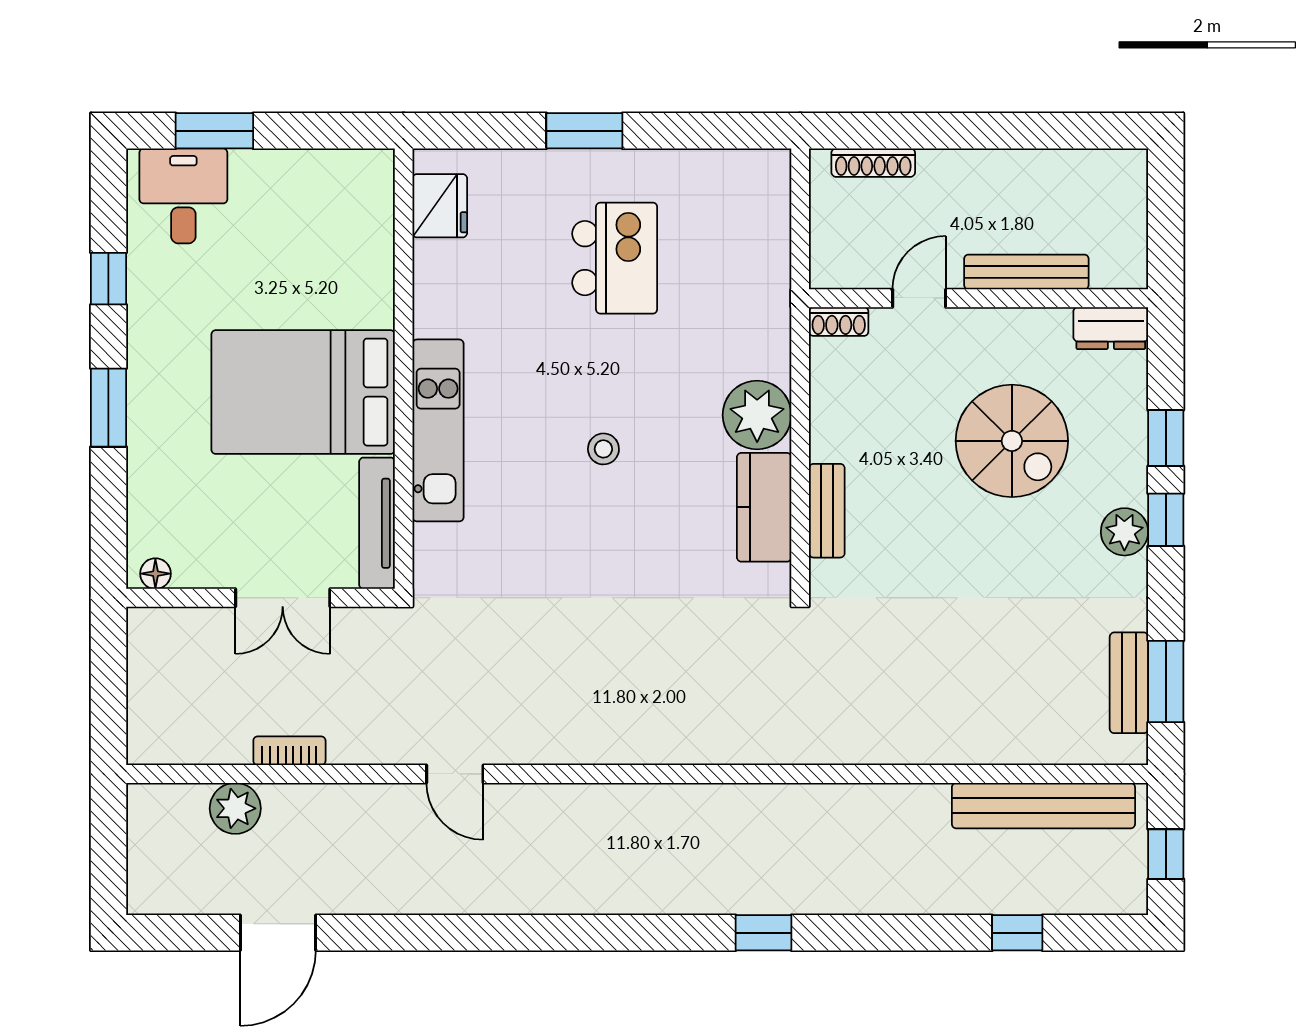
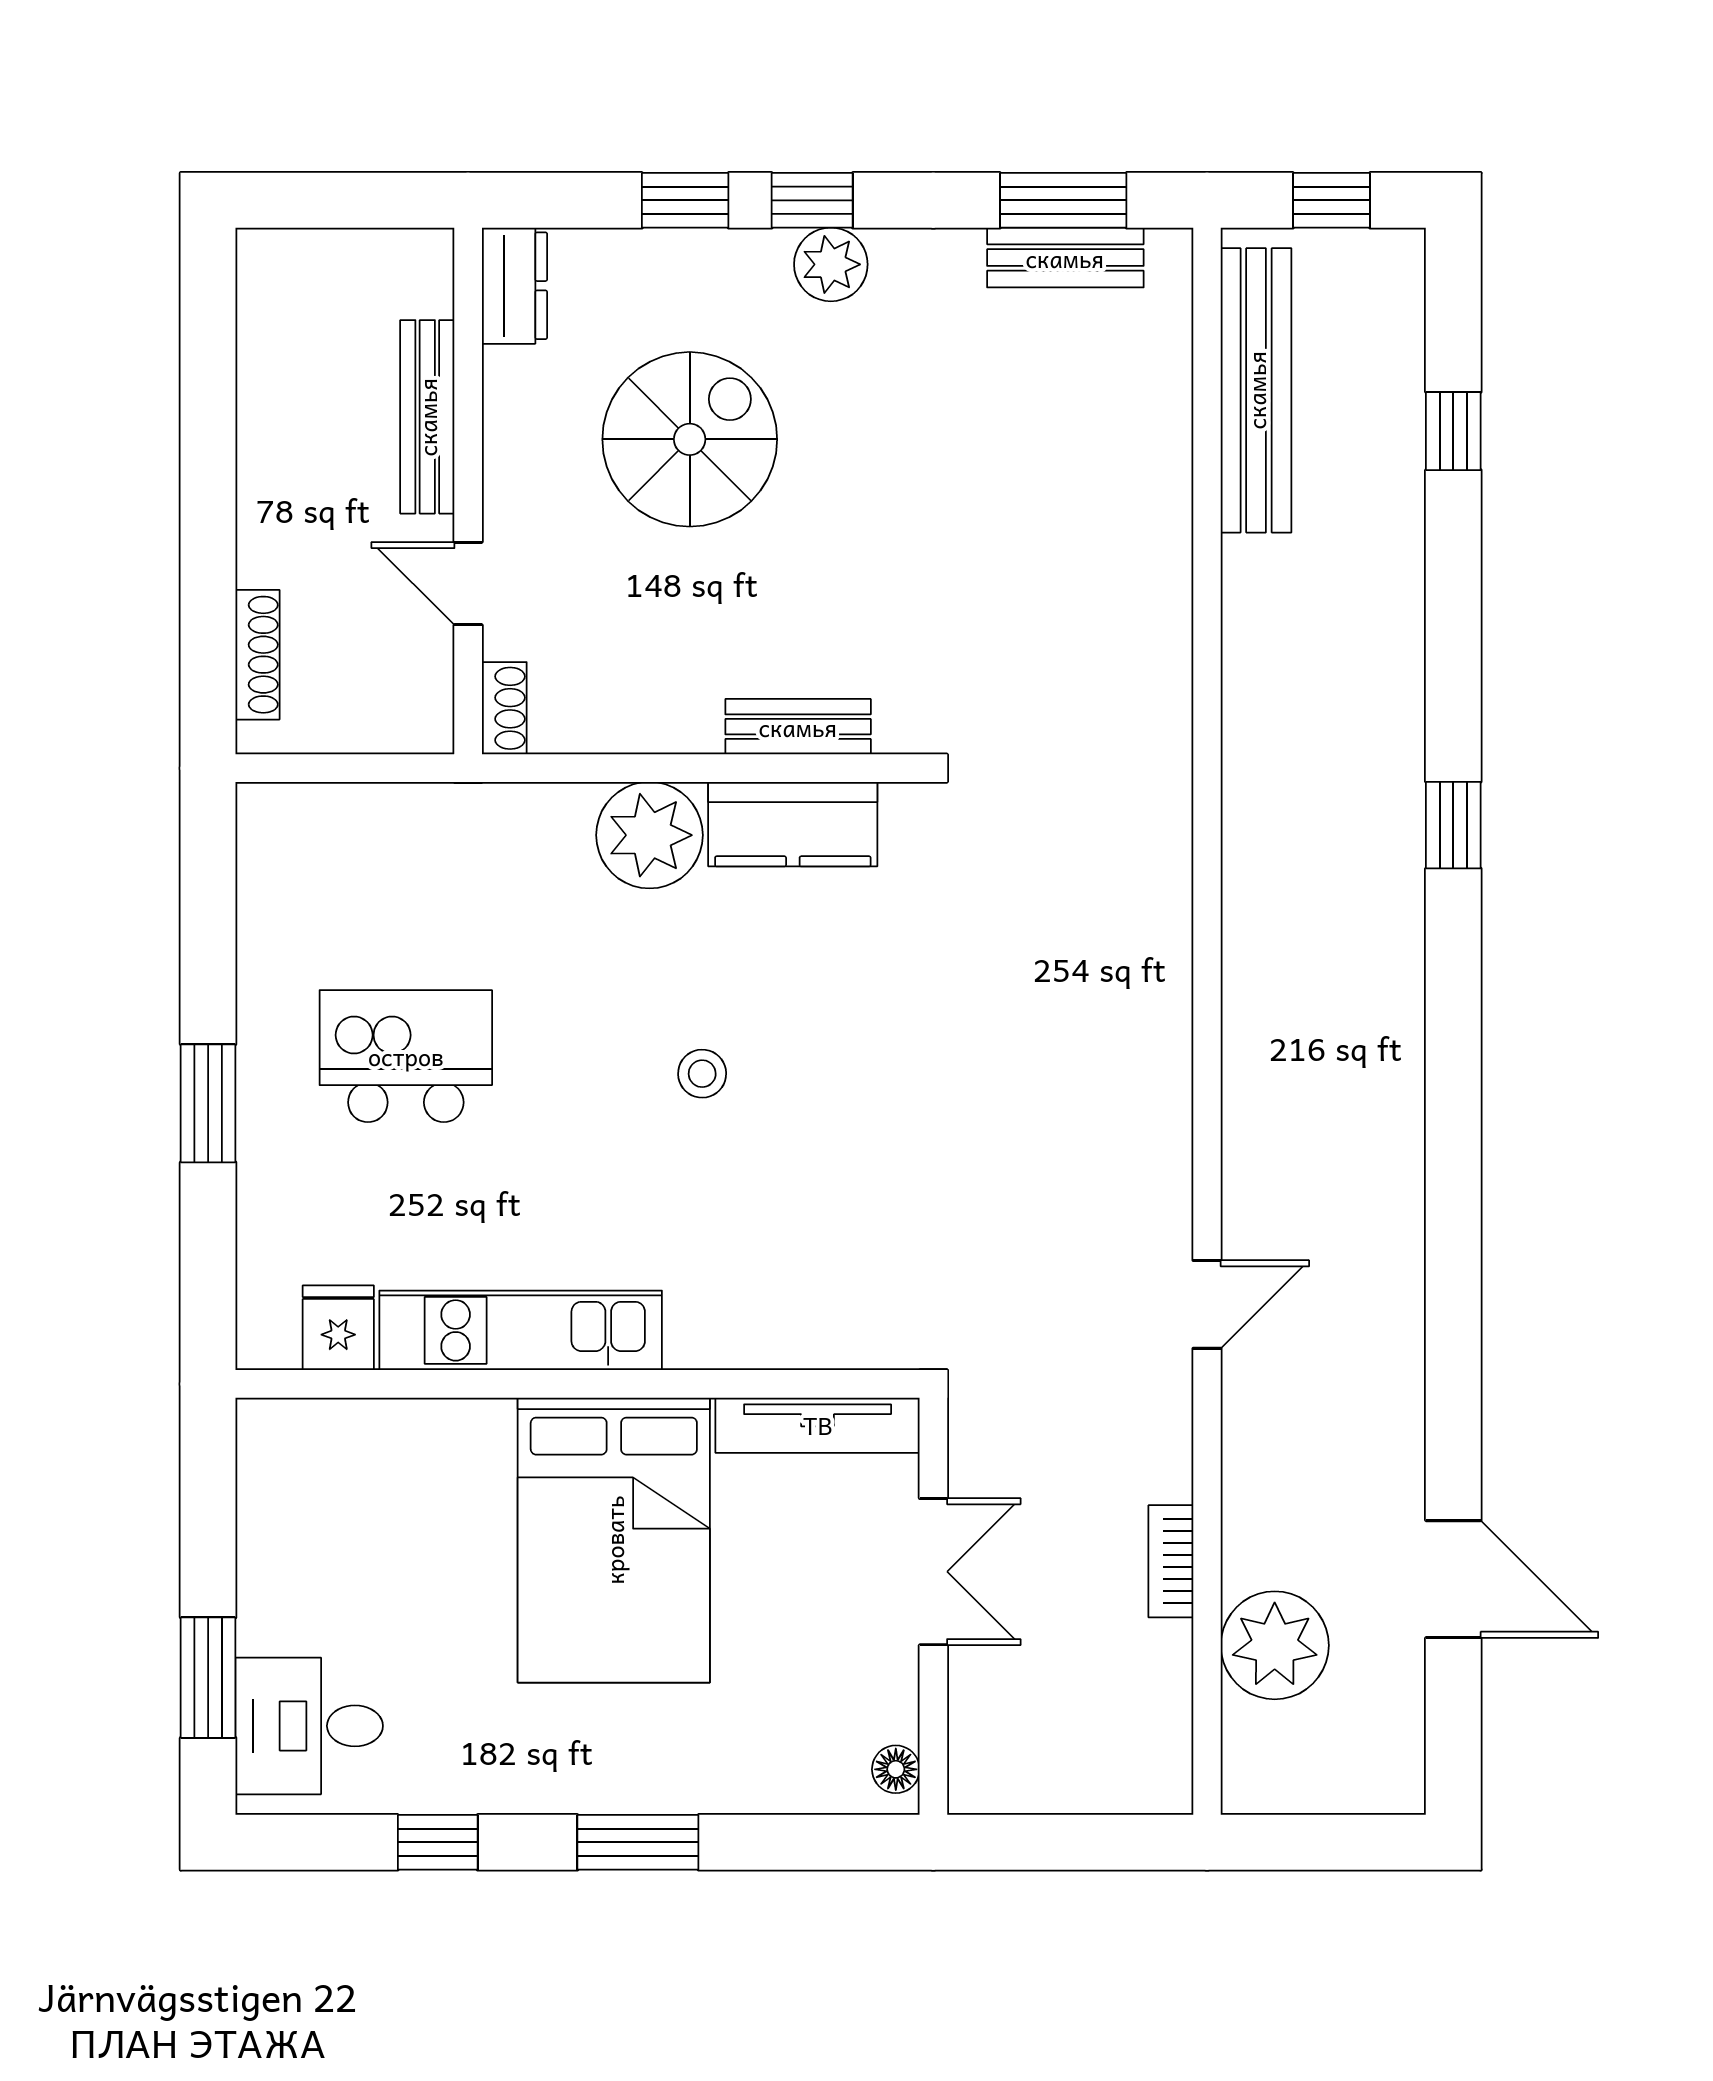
fridge: (440, 206) -> (338, 1328), width x0.72
kitchen unit: (438, 430) -> (521, 1330), moved
plant: (235, 808) -> (1275, 1645), width x1.36, depth x1.36

